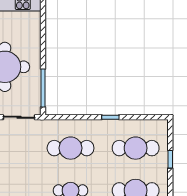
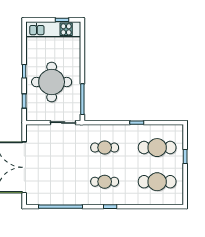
cafe table: (71, 148) -> (105, 148), width x0.73, depth x0.74

